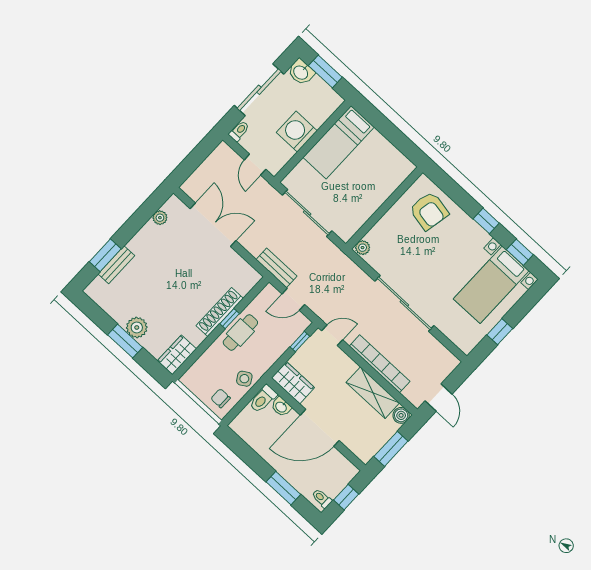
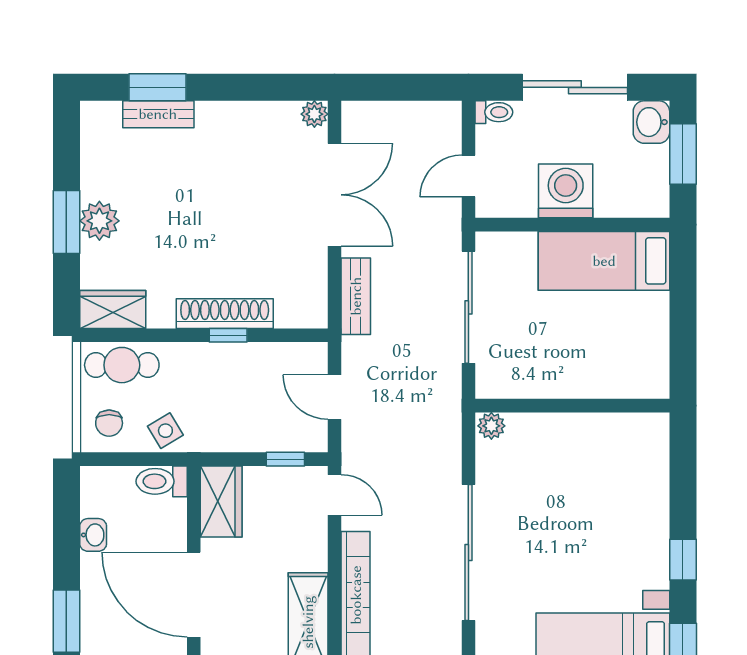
armchair: (429, 211) -> (624, 470), removed
plant: (160, 218) -> (314, 114), moved
bench: (277, 268) -> (356, 296), moved
cafe table: (240, 333) -> (122, 365), moved
chair: (221, 398) -> (109, 423), turned 180
washbasin: (281, 407) -> (93, 535), moved, turned 180

